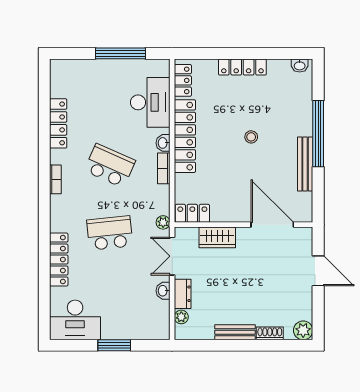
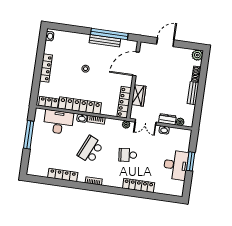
window: (318, 134) -> (109, 34), moved
locker: (192, 213) -> (124, 102), width x1.53
school desk: (110, 233) -> (128, 155), width x0.54
desk: (75, 320) -> (176, 165), moved

